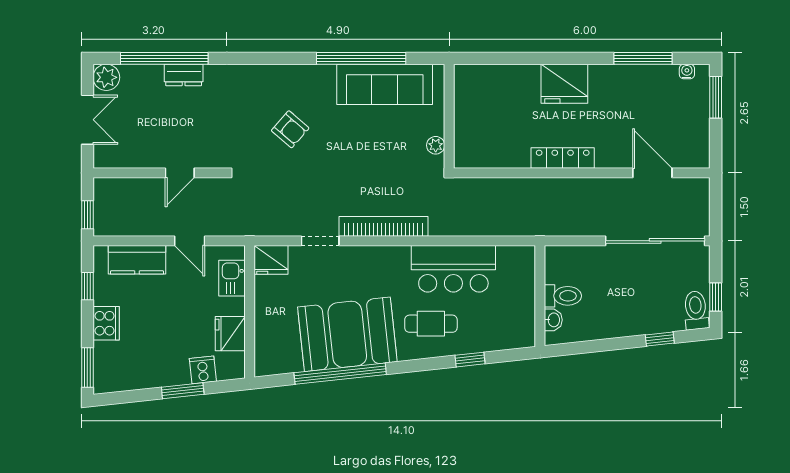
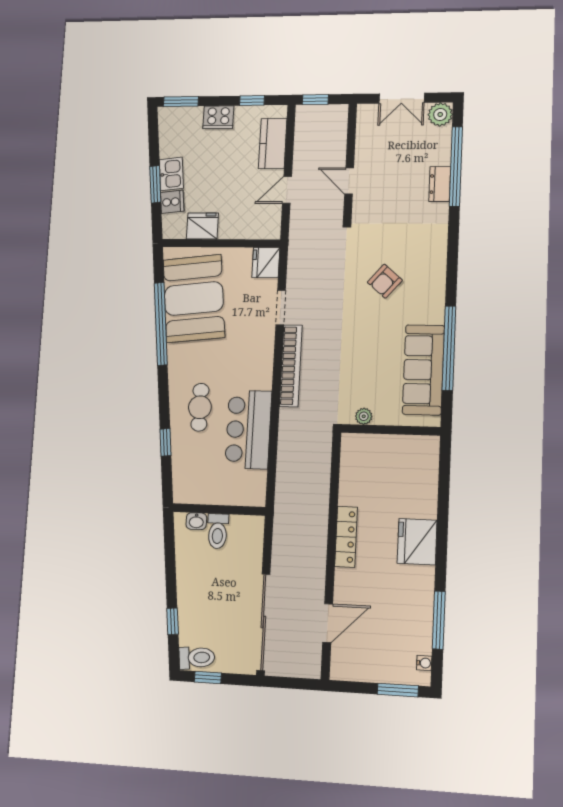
kitchen sink: (232, 278) -> (171, 174), moved, turned 84
booth: (347, 334) -> (194, 299), moved

